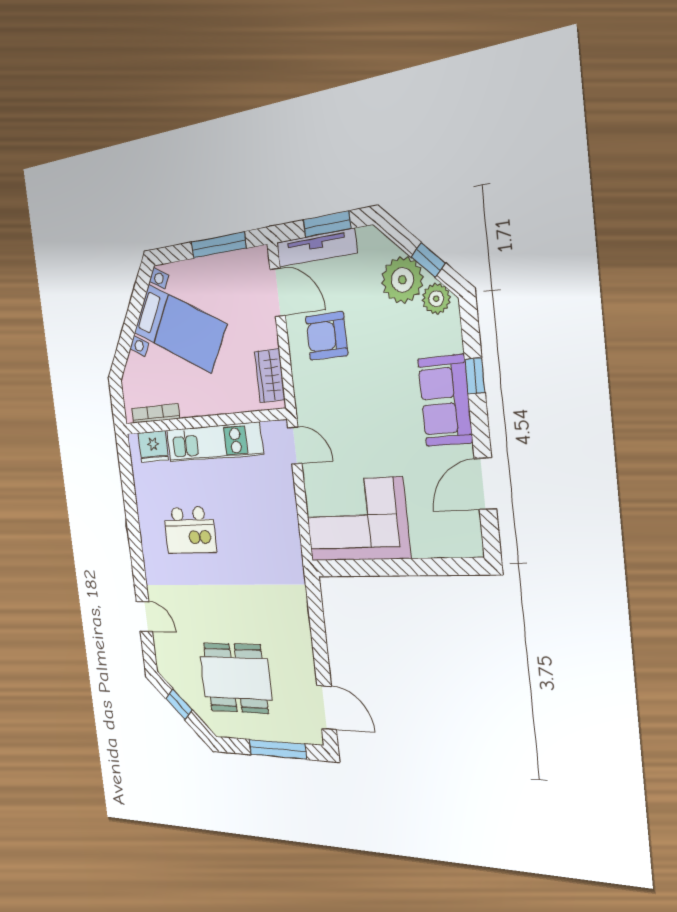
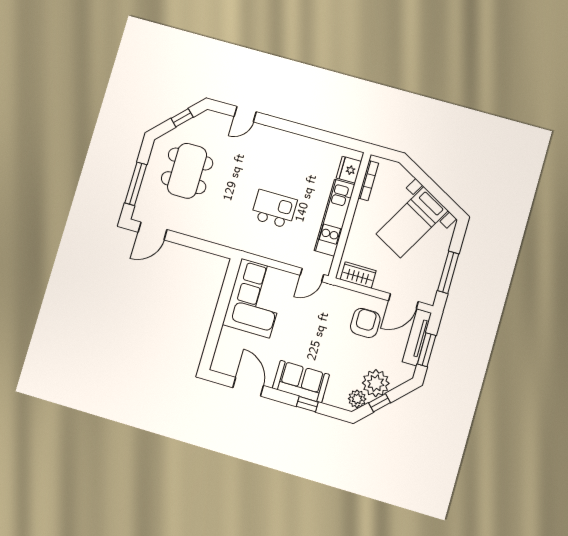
kitchen island: (190, 530) -> (274, 209), moved, turned 90

